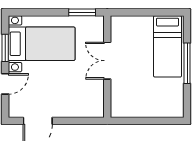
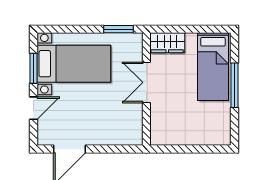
wardrobe: (126, 25) -> (167, 43), added

